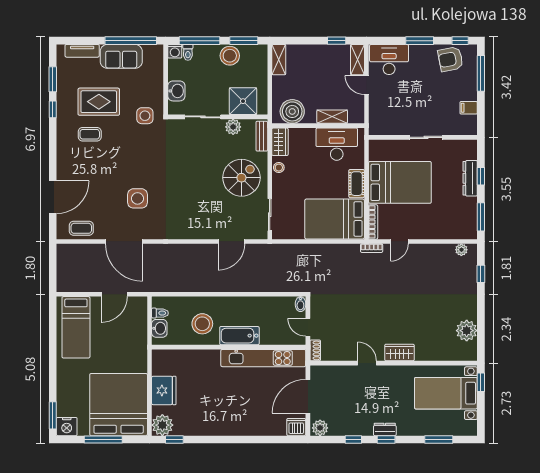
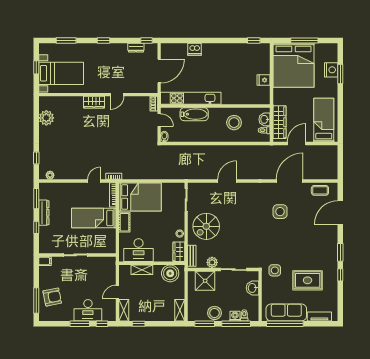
window: (460, 41) -> (102, 324), moved
washing machine: (175, 51) -> (235, 316), moved
sofa: (121, 56) -> (286, 312), width x1.36
desk: (389, 59) -> (88, 310), moved
armchair: (450, 59) -> (52, 297), moved
window: (53, 79) -> (340, 252), moved
door: (366, 85) -> (117, 292), swing flipped
filing cabinet: (469, 108) -> (45, 261), moved
coffee table: (90, 134) -> (314, 257), removed
dresser: (470, 178) -> (44, 213), moved
bed: (400, 182) -> (94, 218), width x0.67
door: (124, 241) -> (290, 181), hinge flipped
door: (231, 241) -> (227, 181), moved
wardrobe: (138, 324) -> (279, 122), added
bathtub: (239, 336) -> (194, 114), moved
door: (367, 363) -> (117, 95), hinge flipped
window: (481, 382) -> (36, 67), moved
fridge: (164, 390) -> (264, 80), width x0.53, depth x0.75
window: (53, 415) -> (340, 74), moved
plant: (162, 425) -> (262, 51), removed
nightstand: (67, 427) -> (331, 70), moved, turned 90
dishwasher: (296, 427) -> (195, 49), moved
plant: (320, 428) -> (150, 49), removed
dresser: (385, 429) -> (136, 48), moved
window: (353, 439) -> (146, 40), moved

